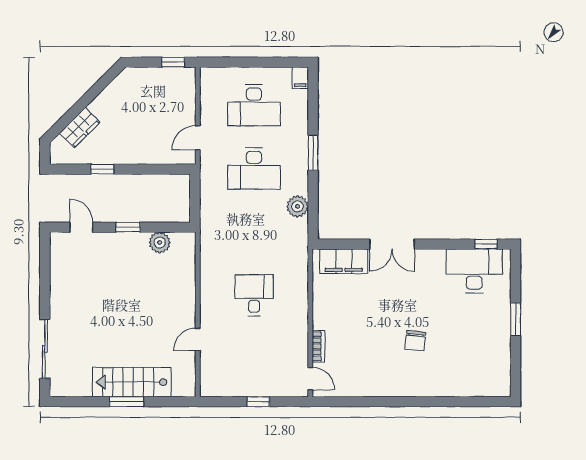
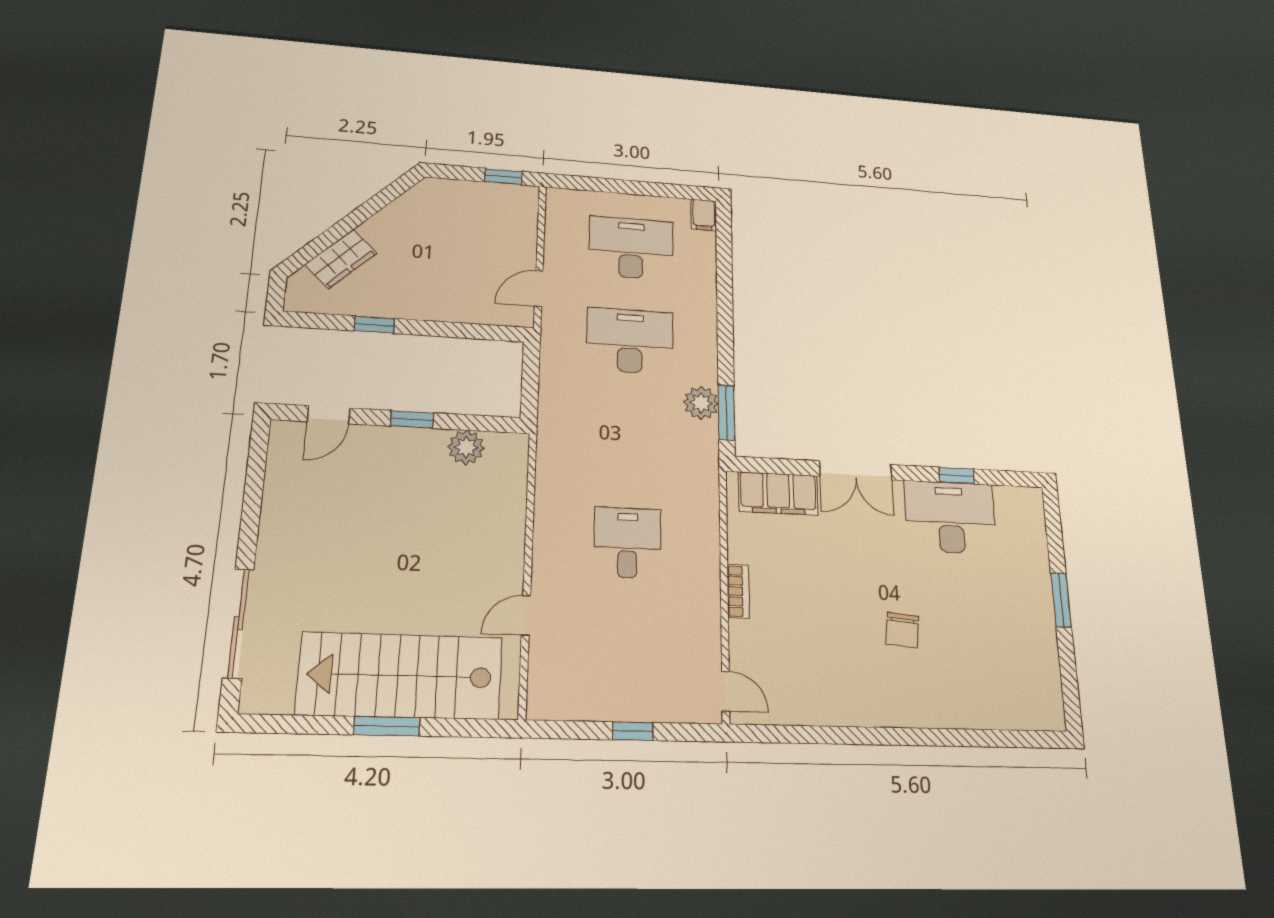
desk: (254, 105) -> (631, 248), turned 180
window: (313, 153) -> (726, 413), moved
desk: (254, 169) -> (630, 341), turned 180
door: (81, 227) -> (329, 415), swing flipped
window: (486, 244) -> (957, 476), moved
desk: (474, 271) -> (950, 517), moved
bookcase: (318, 346) -> (738, 591), moved
stairs: (132, 382) -> (400, 676), width x1.36, depth x1.51

